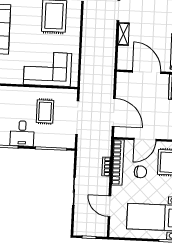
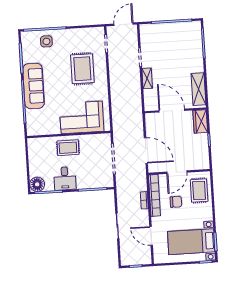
rug: (45, 111) -> (68, 148), moved, turned 90

